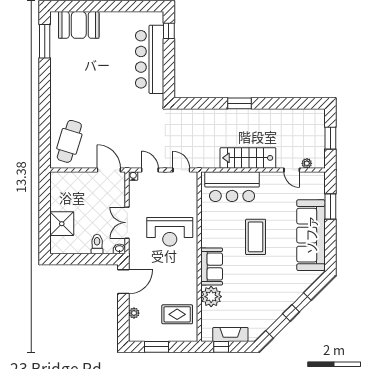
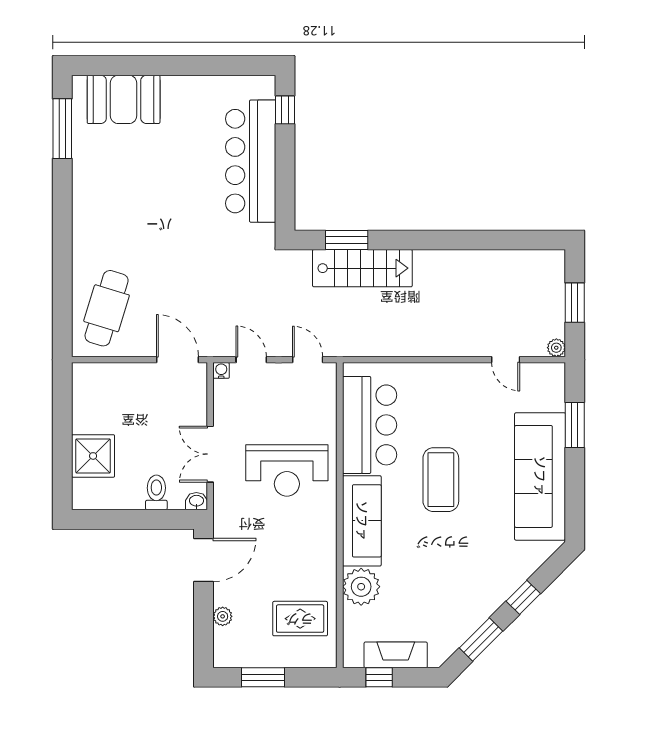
window: (240, 103) -> (347, 240), moved
stairs: (248, 158) -> (362, 268), moved, turned 180
plant: (307, 163) -> (556, 348), moved
bar counter: (232, 187) -> (370, 425), moved, turned -90
sofa: (212, 267) -> (362, 521), width x1.36

